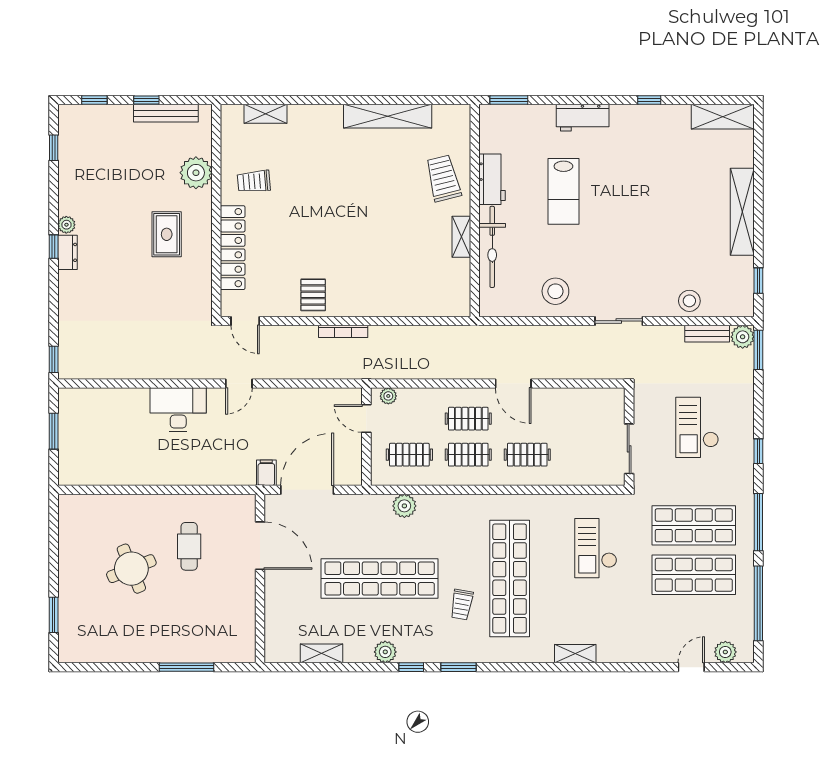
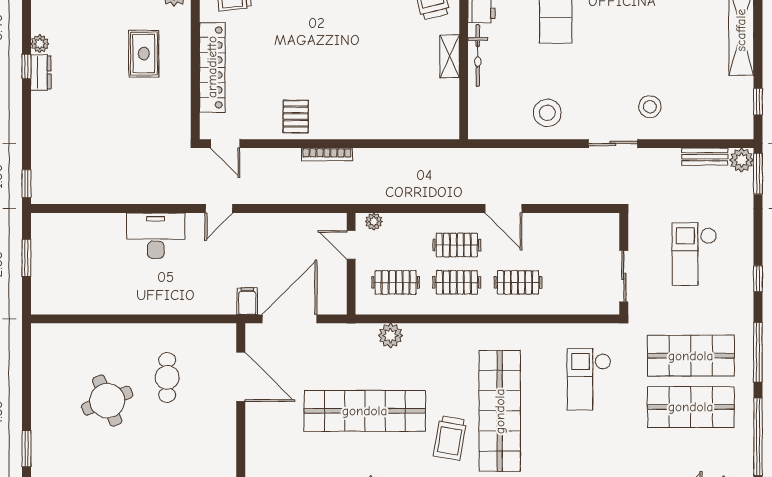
bicycle: (492, 247) -> (478, 55), width x0.73, depth x0.71
stool: (689, 301) -> (650, 107), moved
trolley: (462, 605) -> (450, 438), width x1.36, depth x1.39

